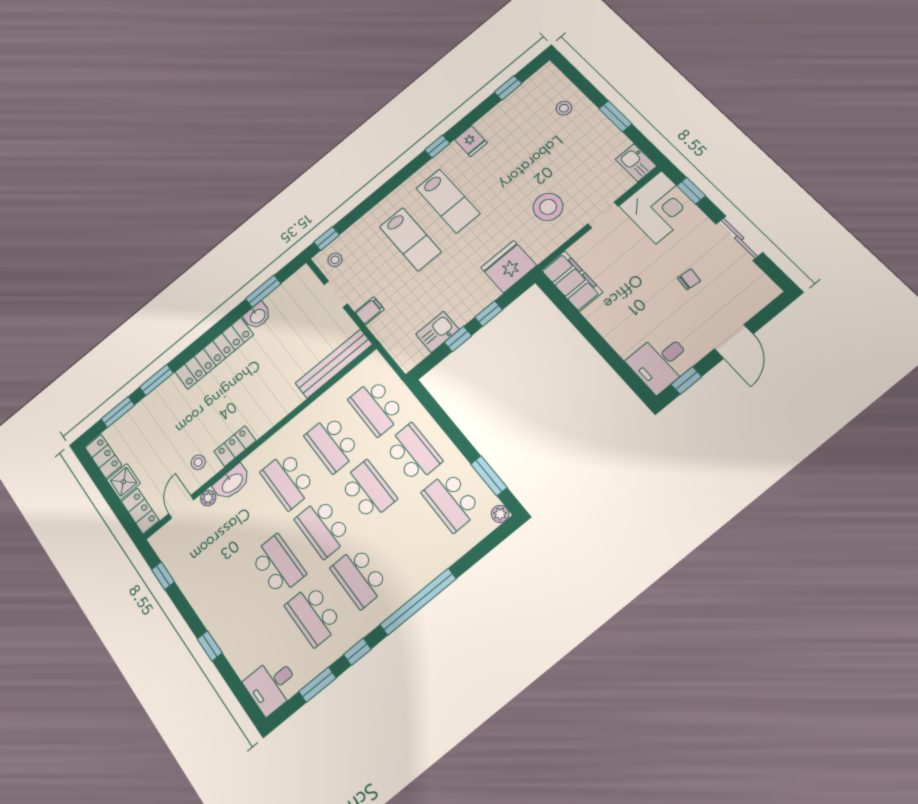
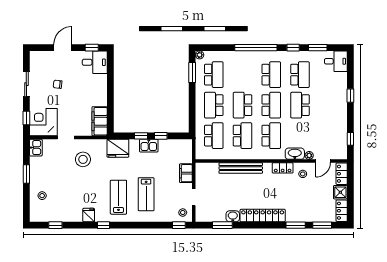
lab bench: (410, 239) -> (146, 194), turned 180
filing cabinet: (369, 311) -> (186, 173), width x2.00
kitchen sink: (437, 332) -> (149, 146), moved
bench: (334, 364) -> (241, 168), moved

